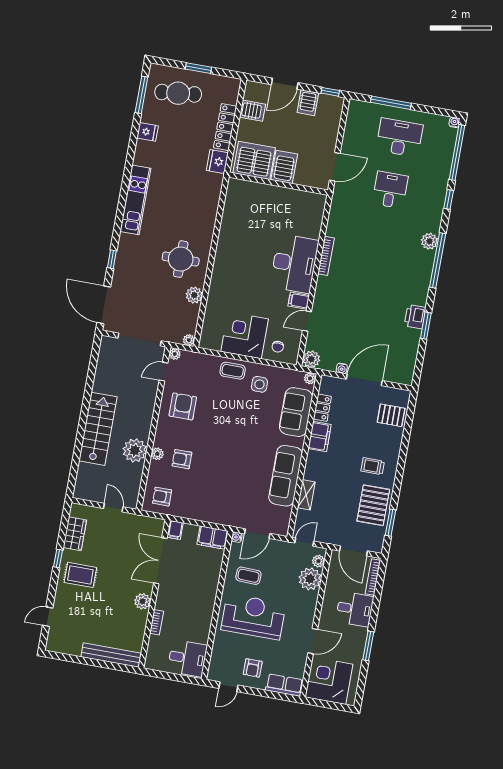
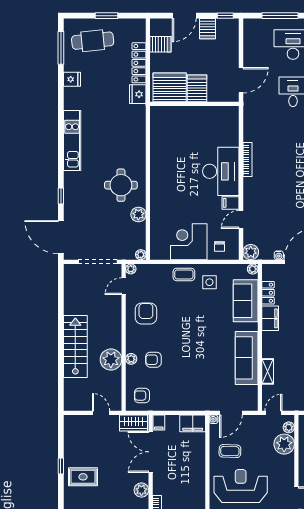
wardrobe: (75, 534) -> (134, 423), moved, turned 90

